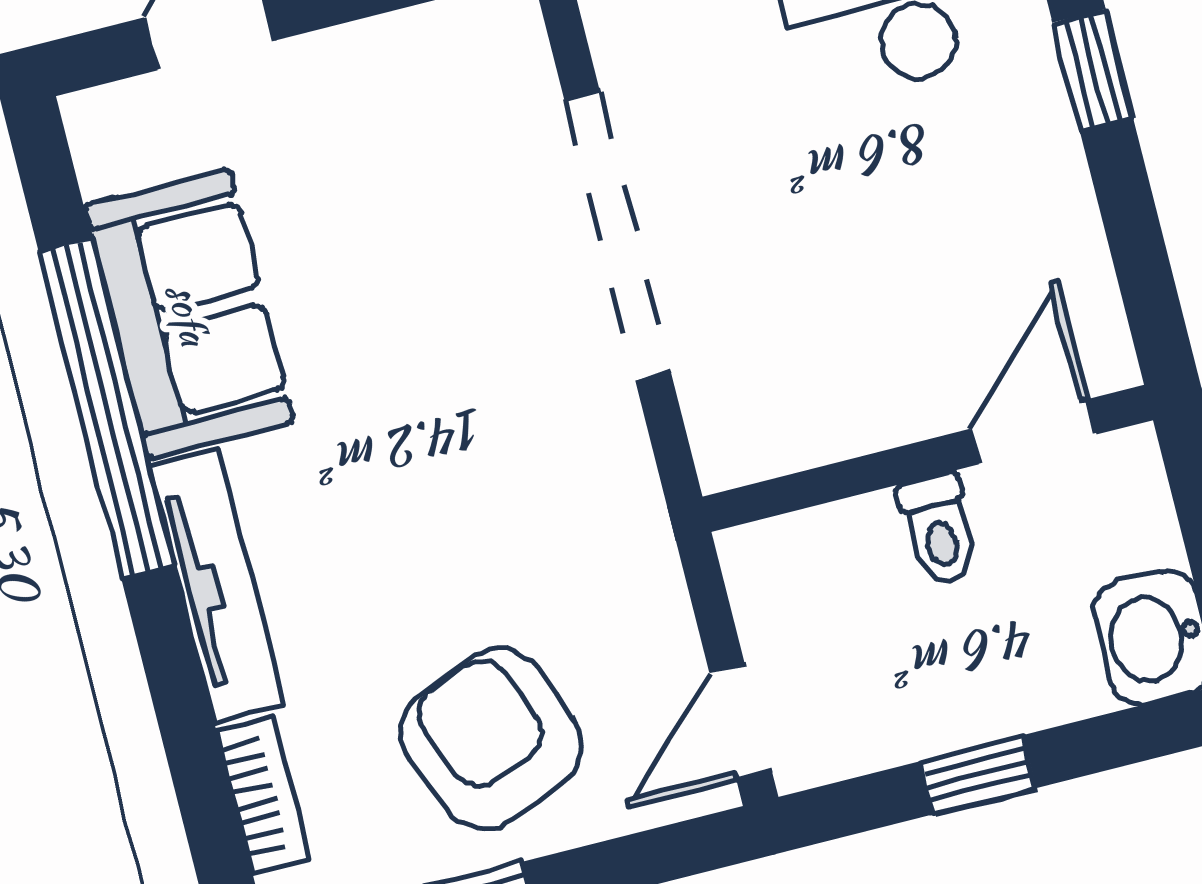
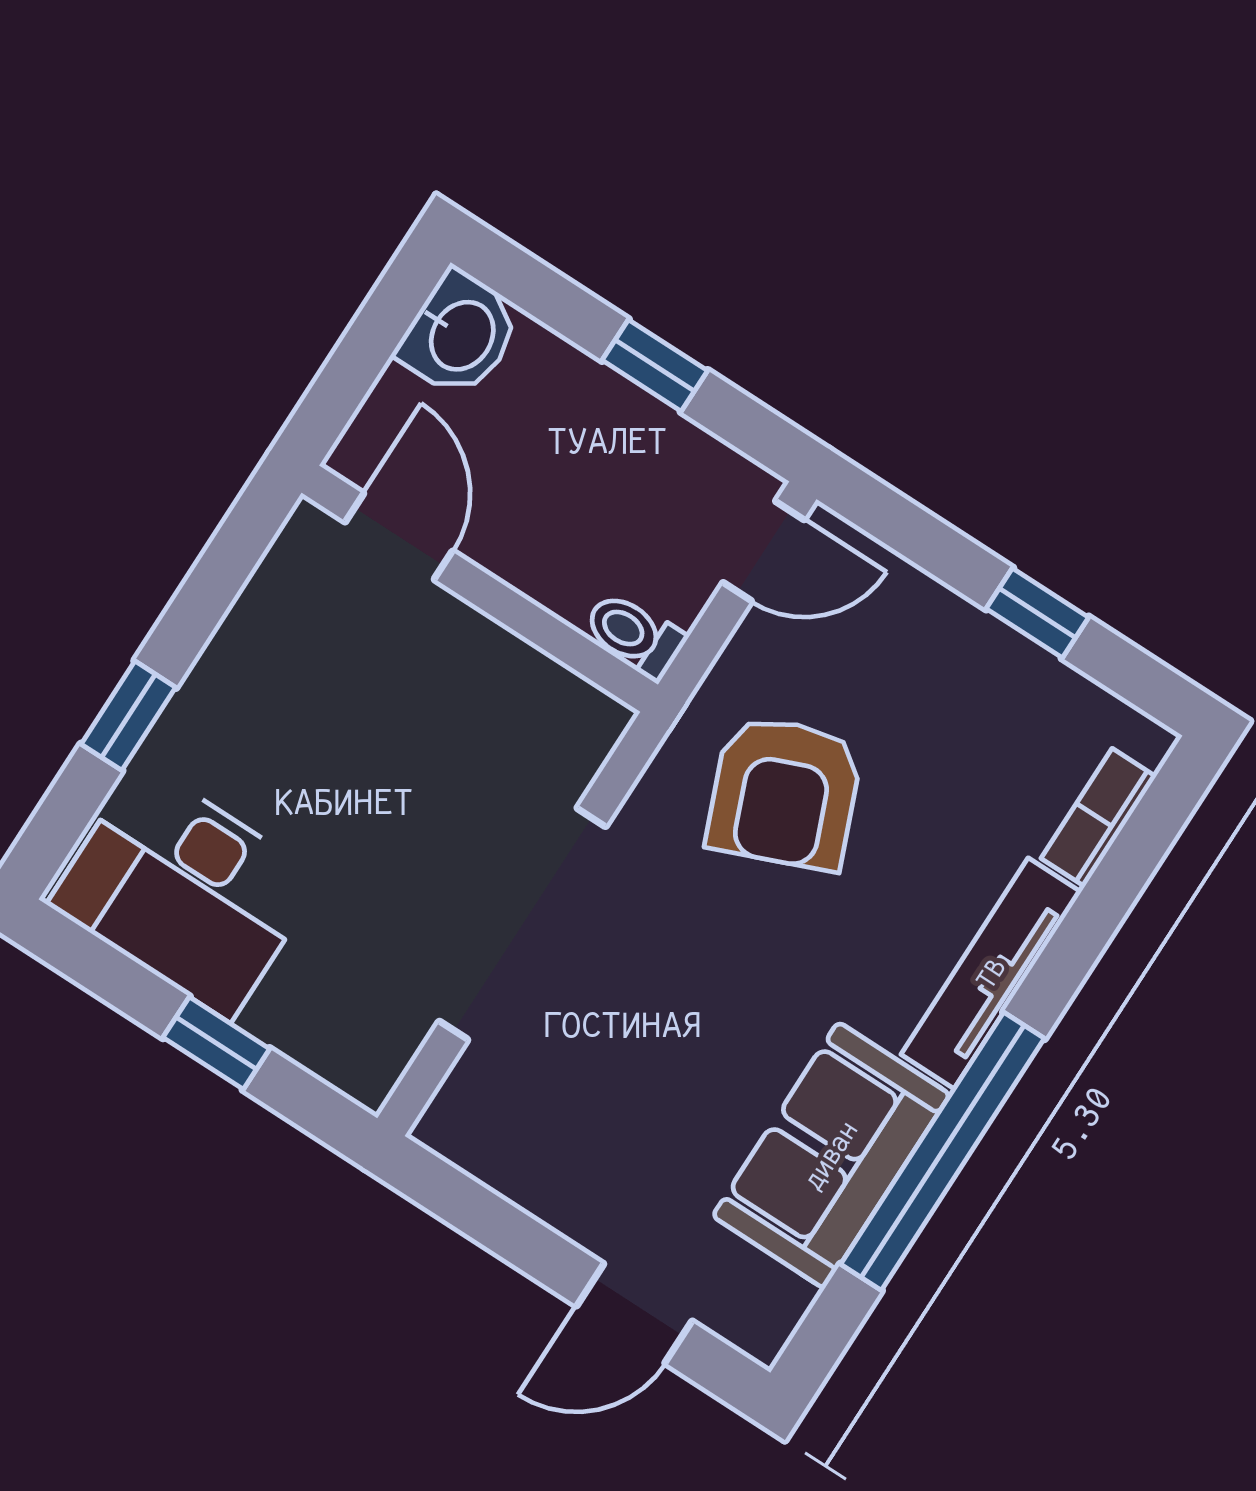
door: (1033, 432) -> (399, 536), swing flipped
toilet: (938, 529) -> (634, 635), moved, turned -90
armchair: (491, 739) -> (785, 793), moved

